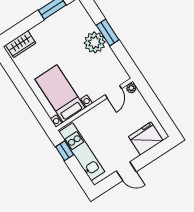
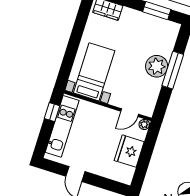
window: (108, 32) -> (173, 70), width x1.44
fridge: (146, 139) -> (129, 151), moved, turned -90

